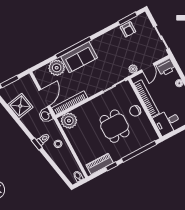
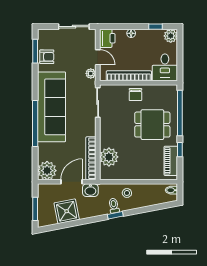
sofa: (79, 57) -> (52, 107), width x1.85, depth x1.27
plant: (57, 68) -> (47, 171), moved
door: (44, 98) -> (71, 182), hinge flipped
plant: (69, 121) -> (109, 157), moved
dining table: (114, 126) -> (152, 125), moved

